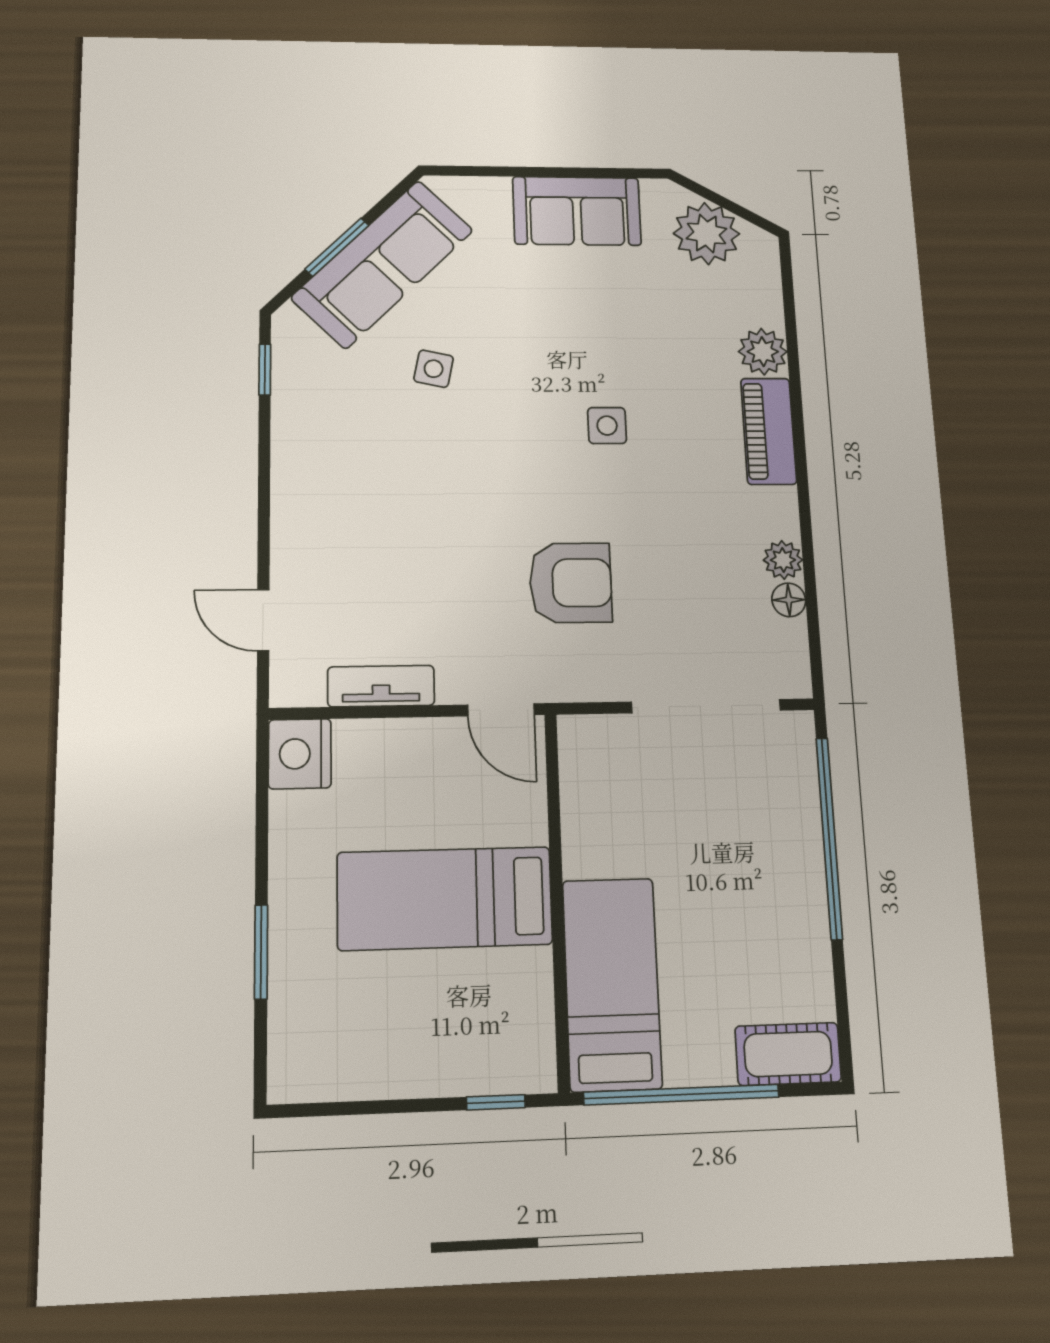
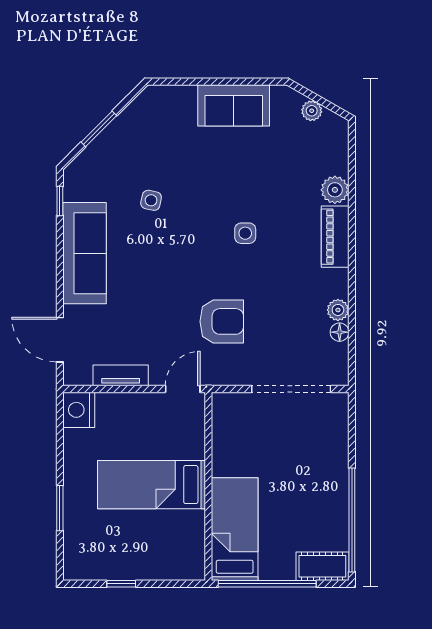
plant: (707, 234) -> (312, 111), width x0.53, depth x0.53
sofa: (382, 264) -> (84, 253), moved, turned -45
door: (263, 620) -> (60, 340), width x1.38
door: (501, 710) -> (183, 389), swing flipped
window: (829, 838) -> (352, 520), moved
window: (496, 1102) -> (121, 584), moved

